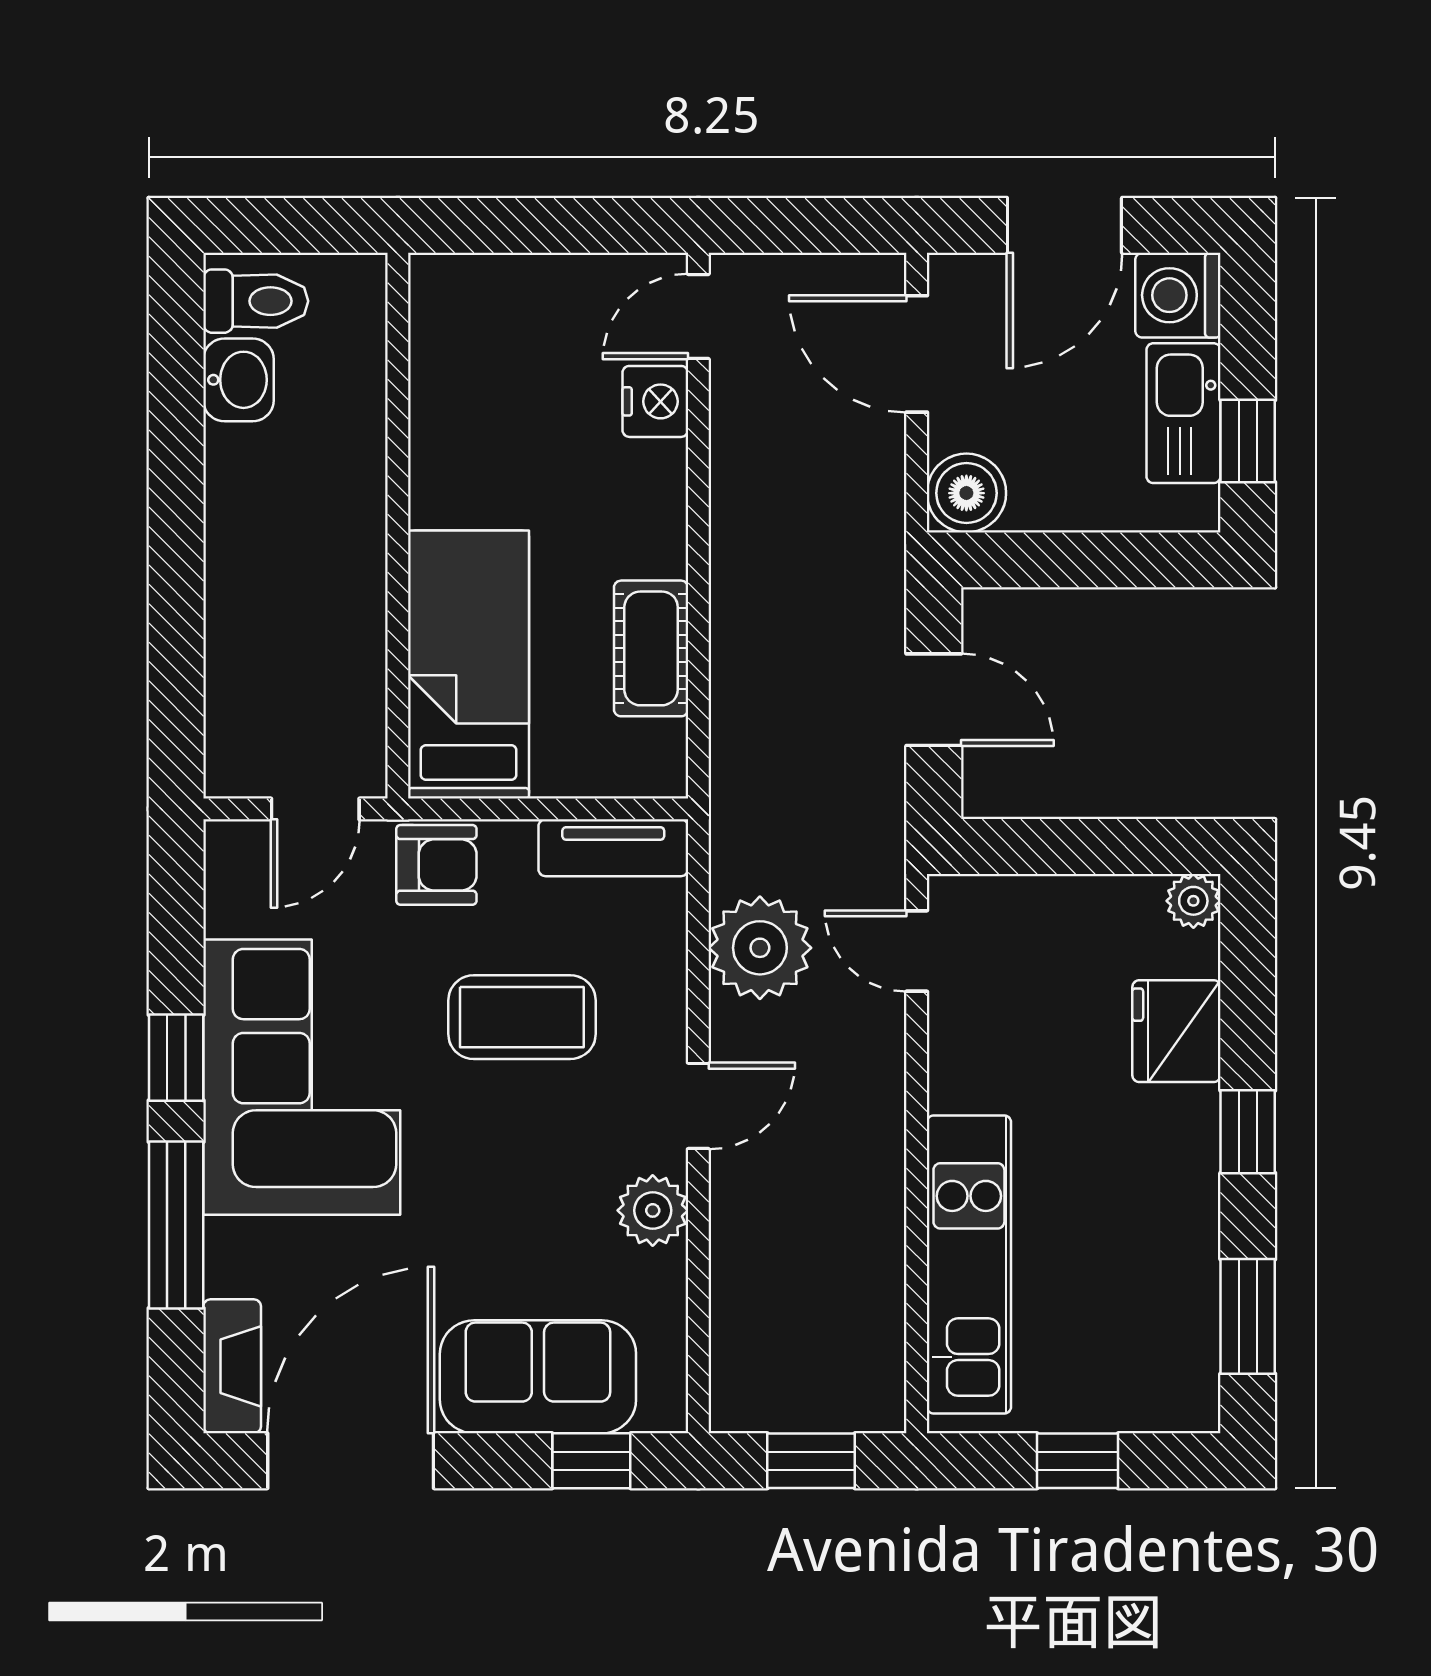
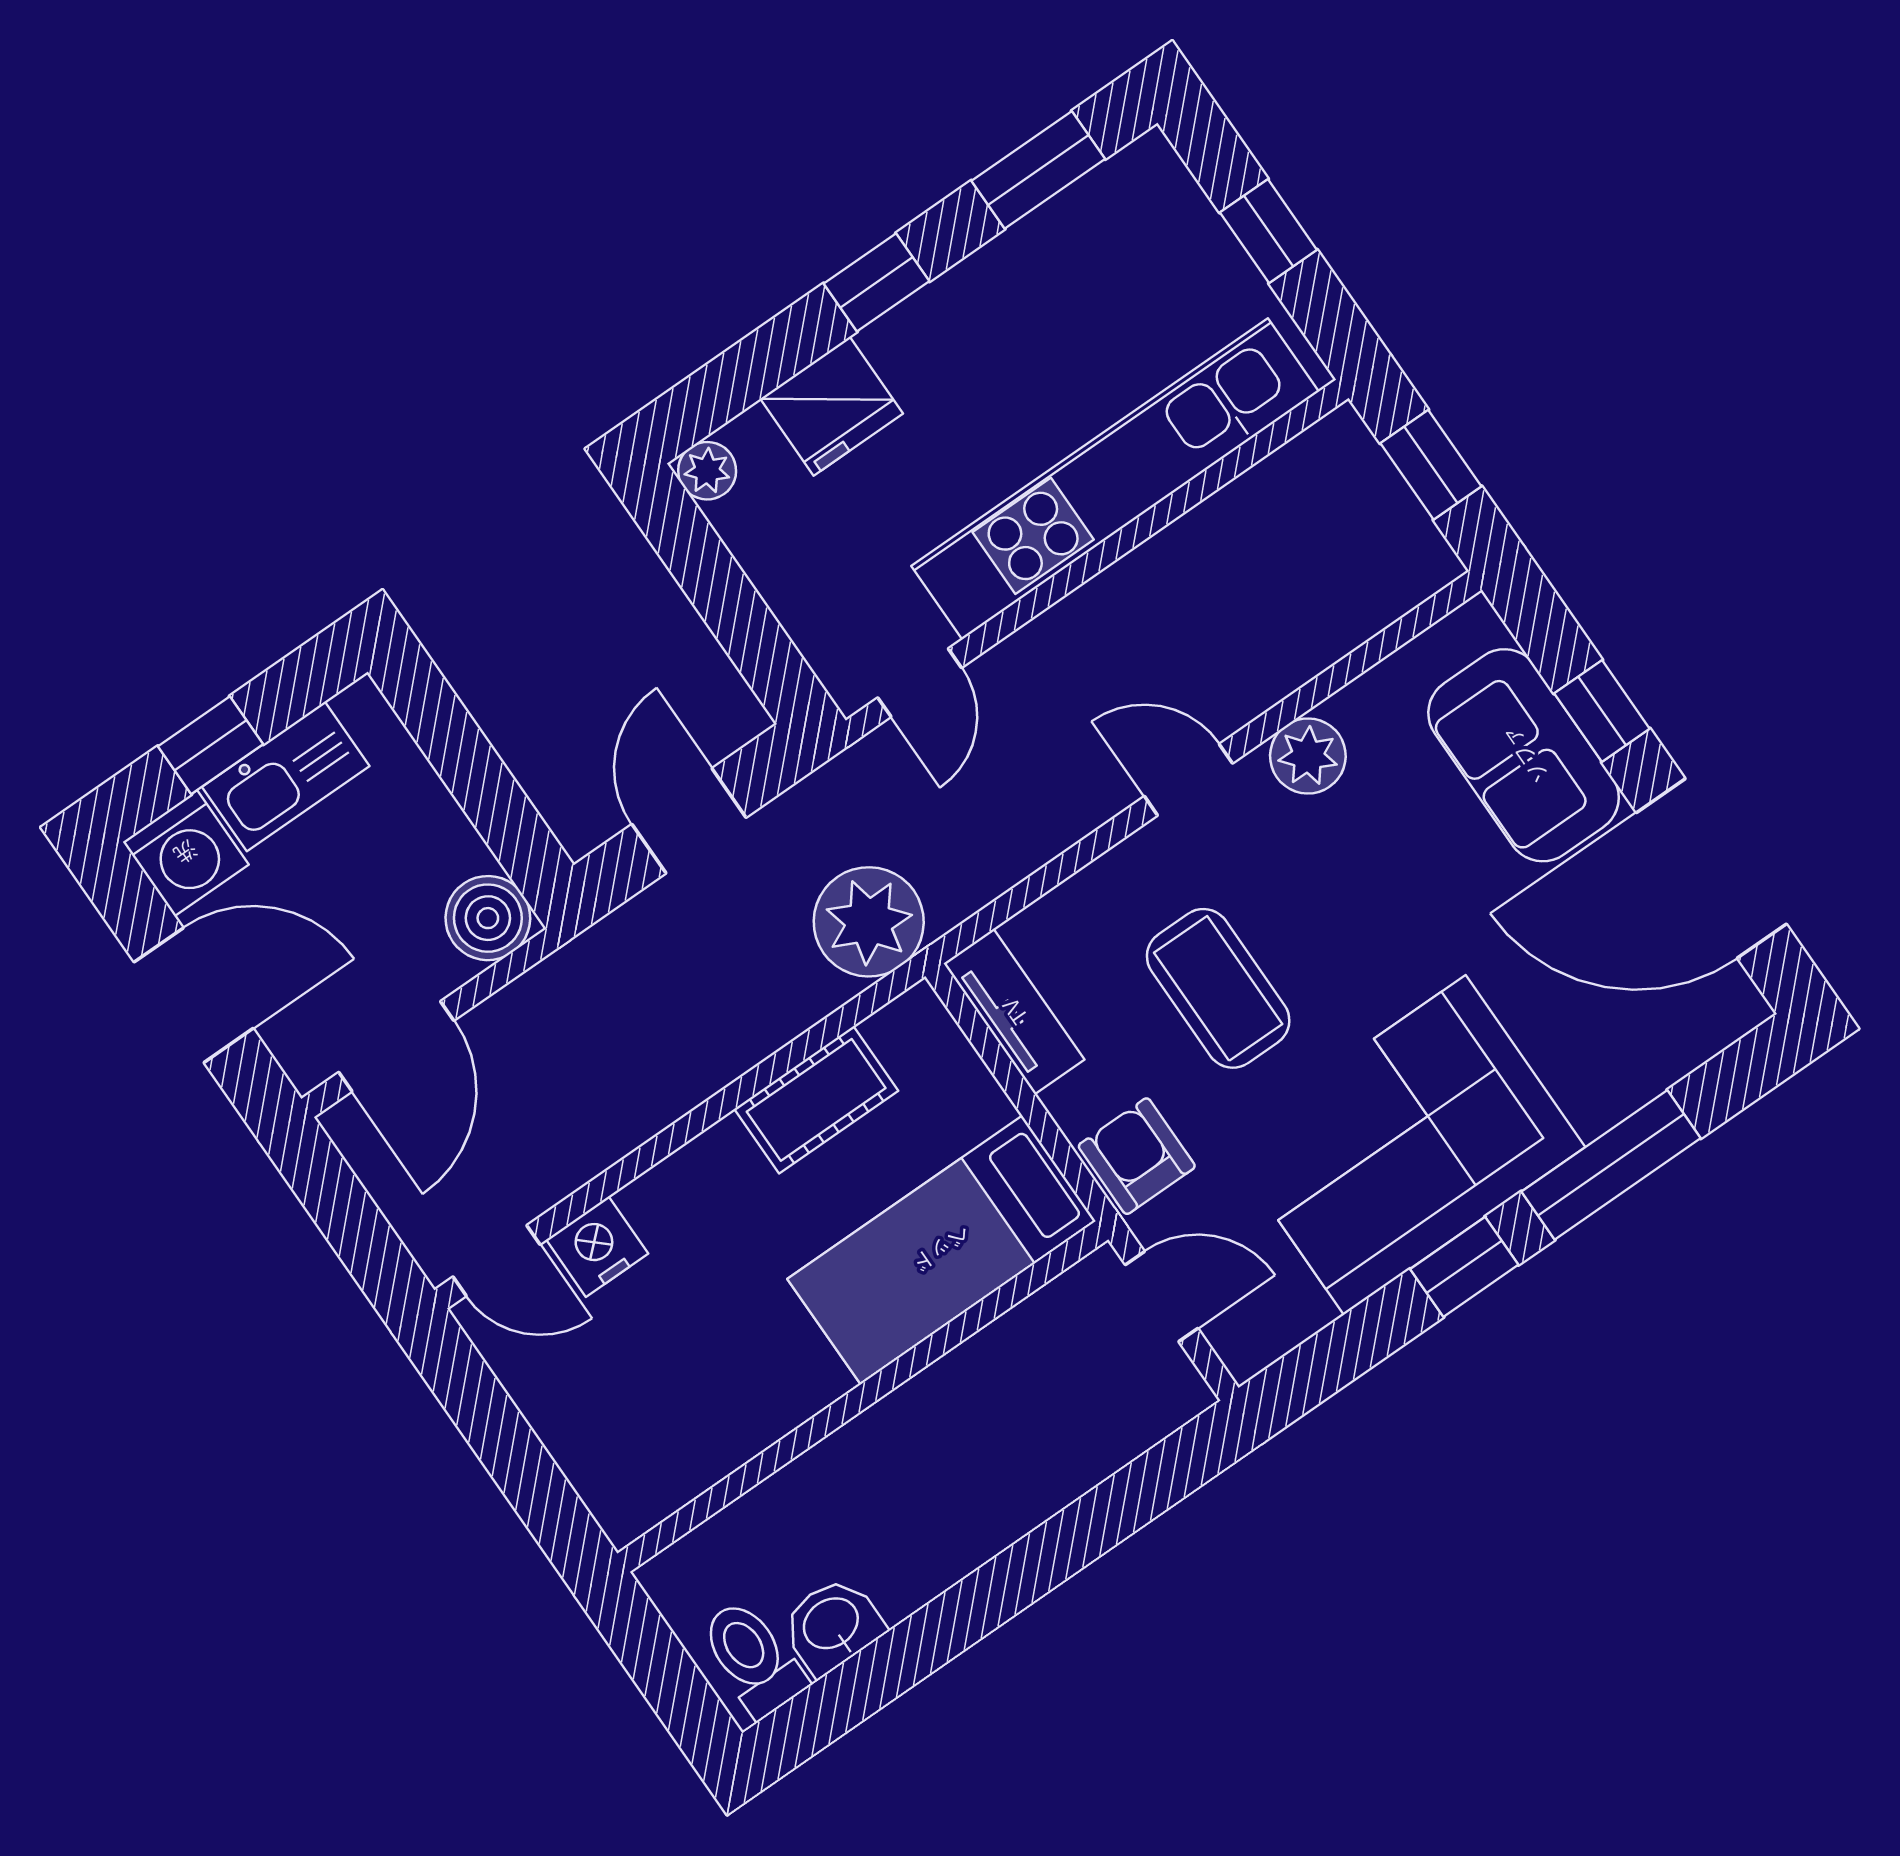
window: (1248, 441) -> (211, 745), moved
plant: (760, 948) -> (869, 922), moved
kitchen unit: (969, 1265) -> (1115, 479), width x1.36
fireplace: (232, 1366) -> (1701, 1030), removed
window: (591, 1461) -> (1602, 711), moved

